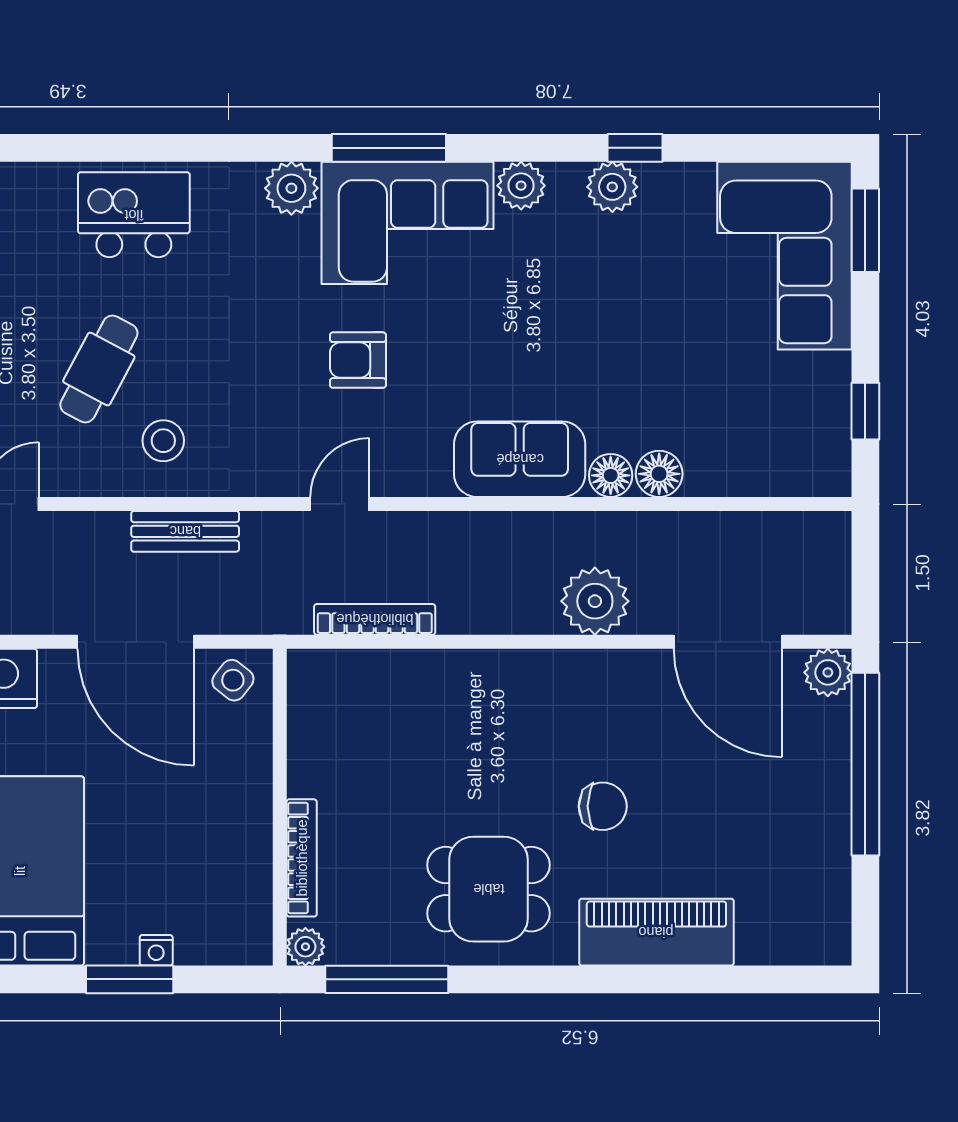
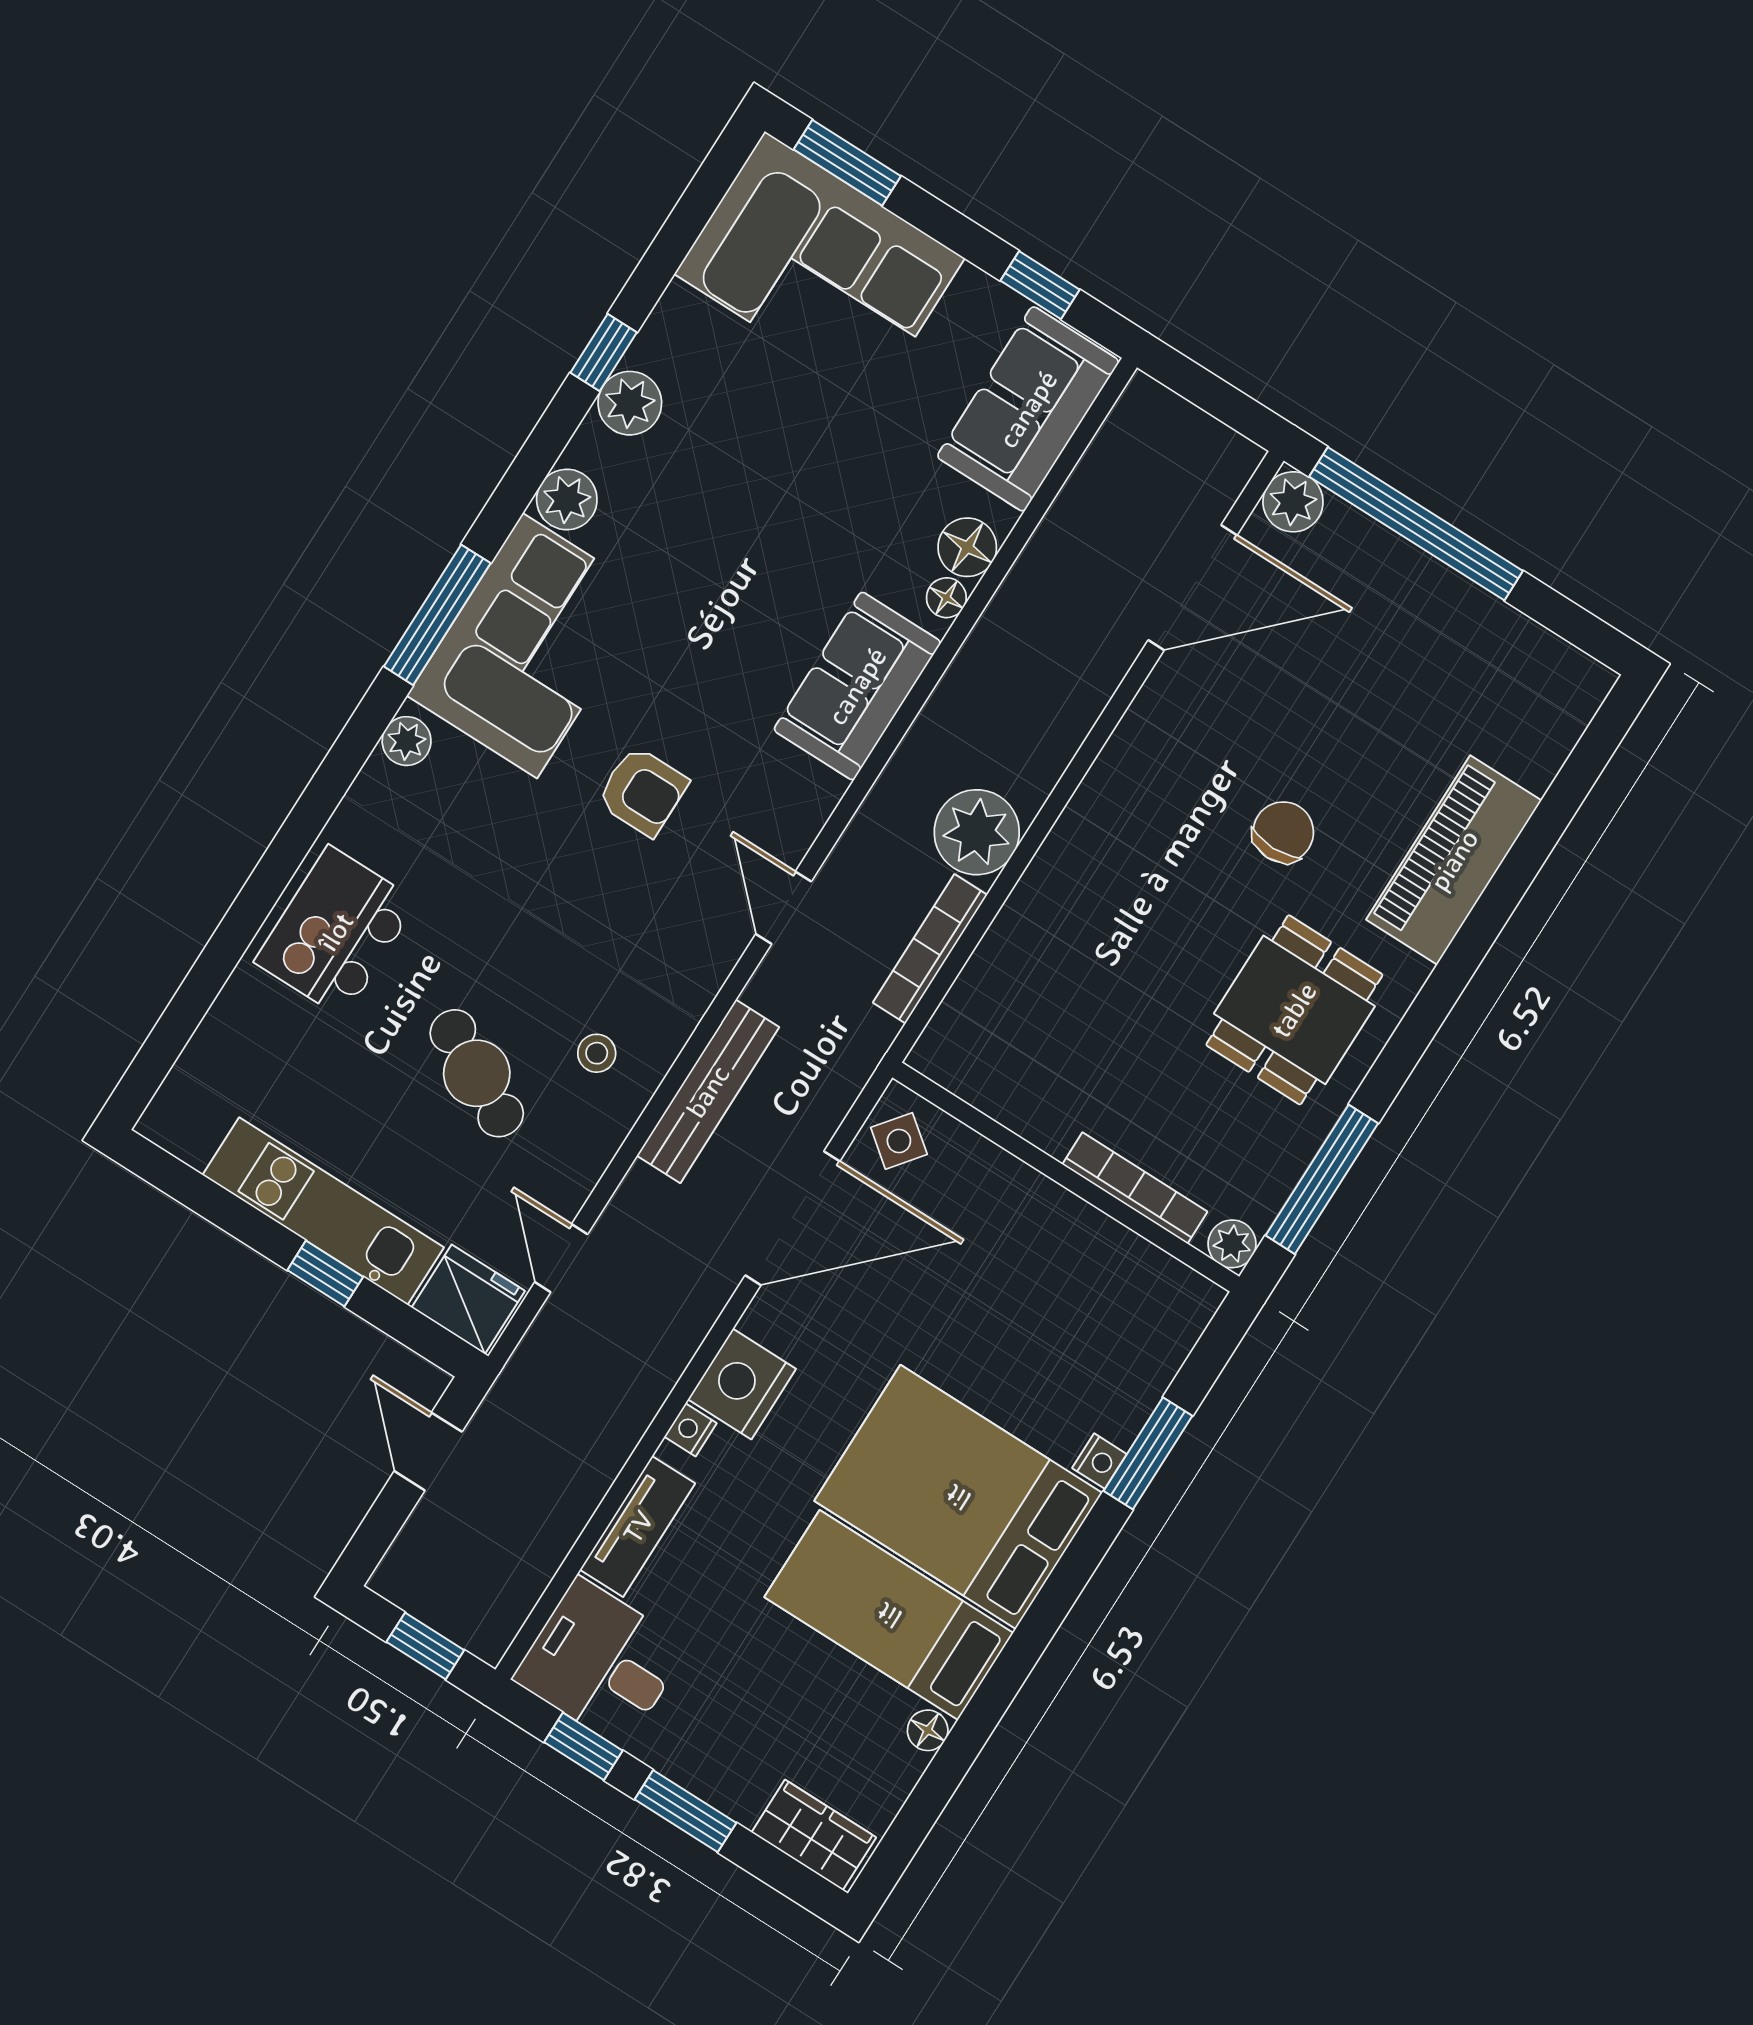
plant: (291, 188) -> (407, 741), width x0.73, depth x0.73
armchair: (358, 360) -> (642, 791), turned -90
stool: (163, 441) -> (597, 1053), width x0.73, depth x0.73
sofa: (778, 456) -> (1028, 409), added
floor lamp: (611, 475) -> (946, 598), width x0.73, depth x0.73
bench: (185, 531) -> (708, 1091), width x1.36
plant: (595, 601) -> (977, 832), moved
nightstand: (156, 950) -> (1099, 1461), moved

